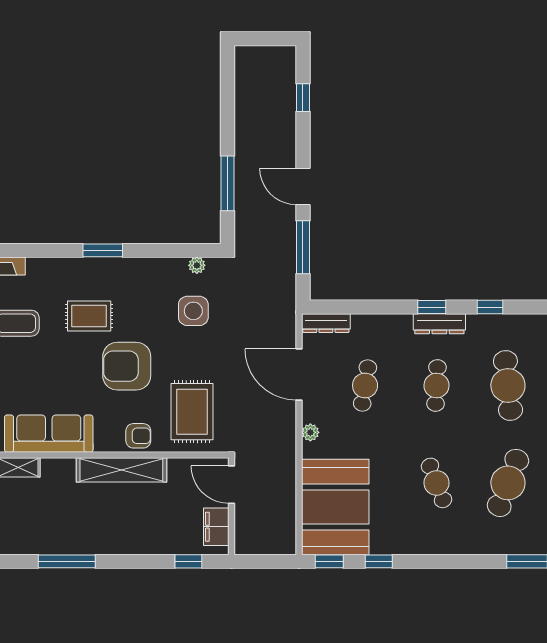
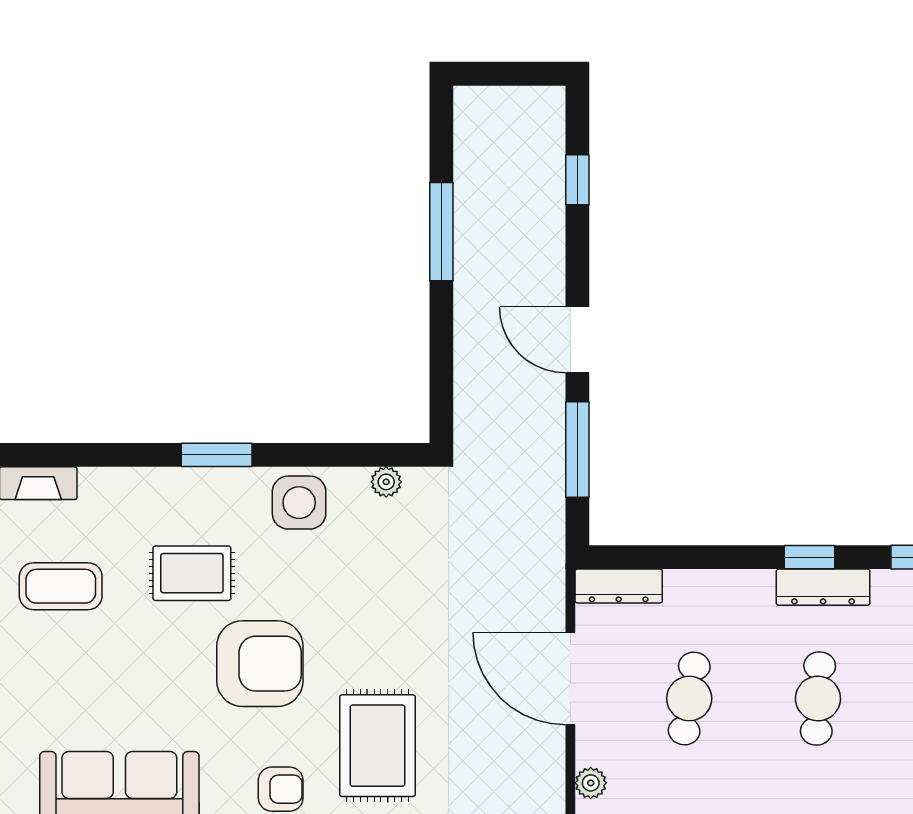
window: (228, 183) -> (441, 232), moved
side table: (193, 311) -> (299, 503), moved
armchair: (127, 366) -> (260, 664), turned 180

